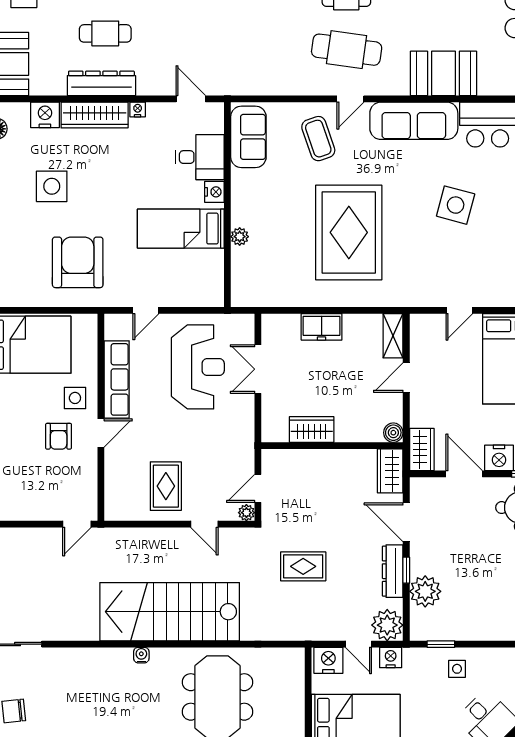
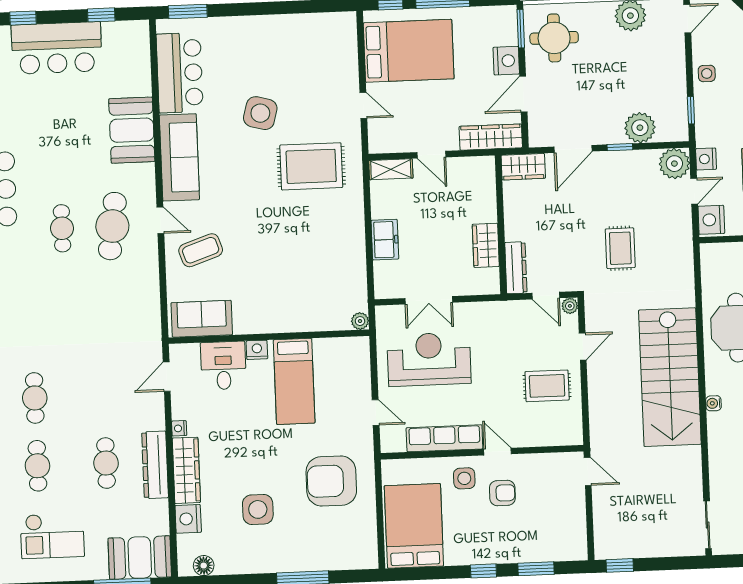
rug: (349, 232) -> (311, 166), moved, width x0.73, depth x0.69
plant: (240, 237) -> (360, 321), moved
boiler: (393, 433) -> (486, 165), removed
wardrobe: (422, 450) -> (491, 137), width x1.50
dresser: (393, 571) -> (516, 268), moved, turned -90
side table: (457, 669) -> (707, 73), moved

